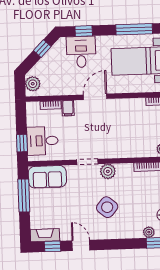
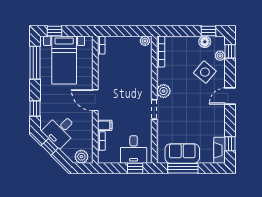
desk: (81, 52) -> (60, 130), moved, turned -45
sofa: (47, 177) -> (182, 154), moved, turned -90
side table: (107, 207) -> (205, 72), moved
door: (81, 245) -> (230, 96), moved

